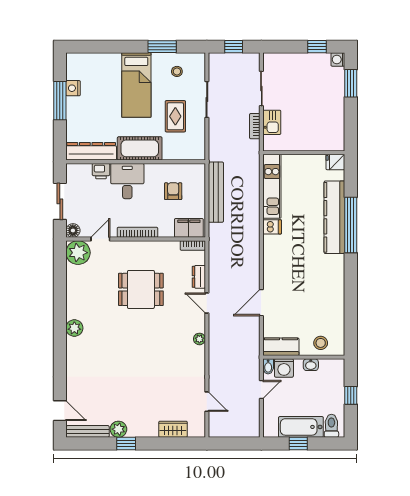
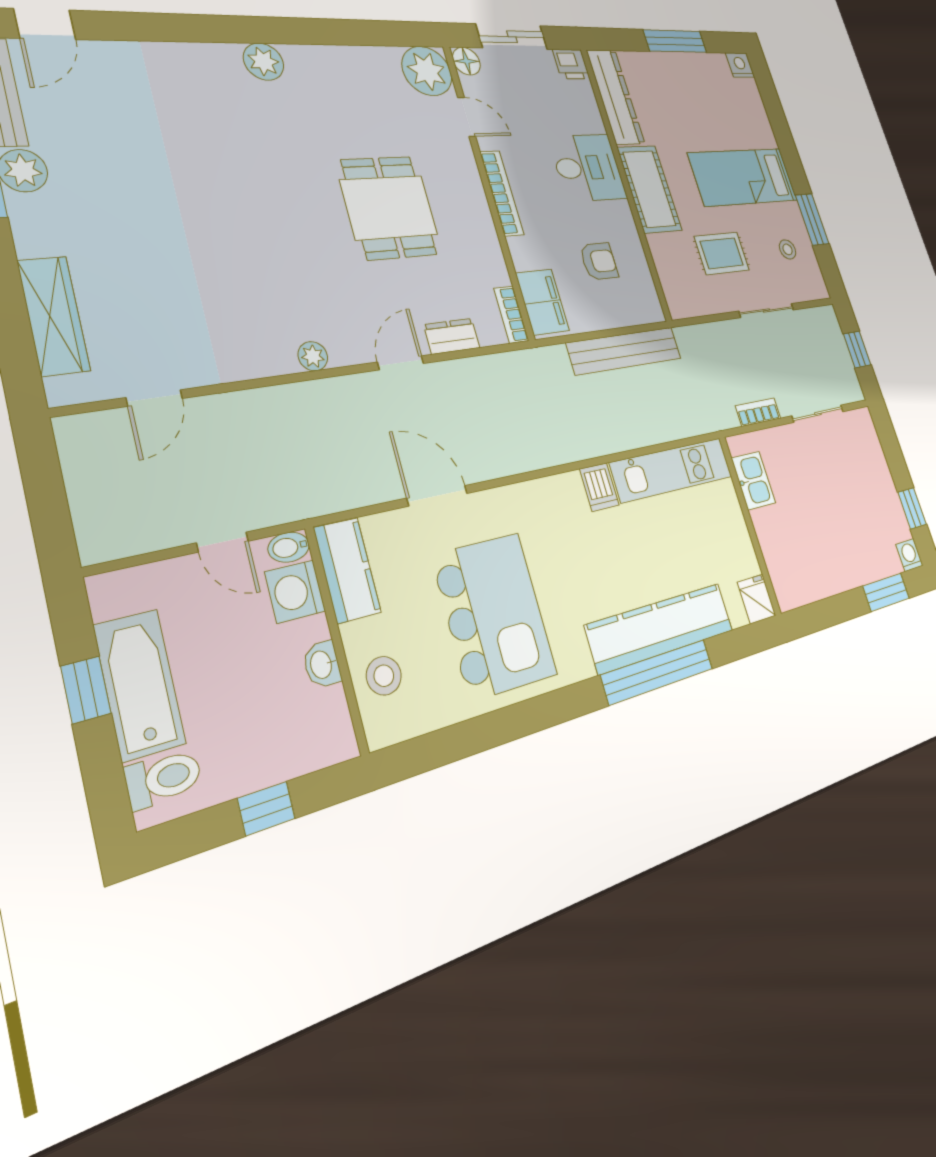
nightstand: (73, 88) -> (740, 65), moved
kitchen sink: (272, 122) -> (753, 480), moved, turned -90
printer: (101, 171) -> (571, 64), moved, turned -90
kitchen island: (311, 292) -> (494, 615), added
wardrobe: (173, 429) -> (54, 316), width x1.50

